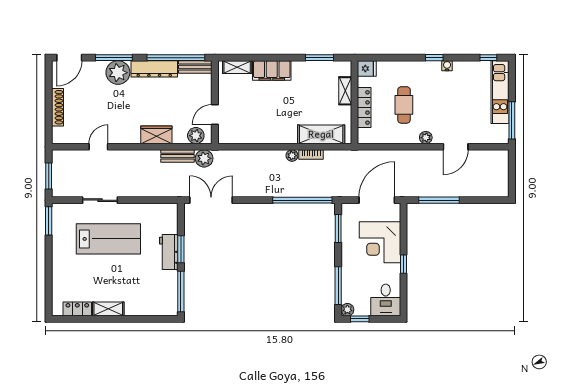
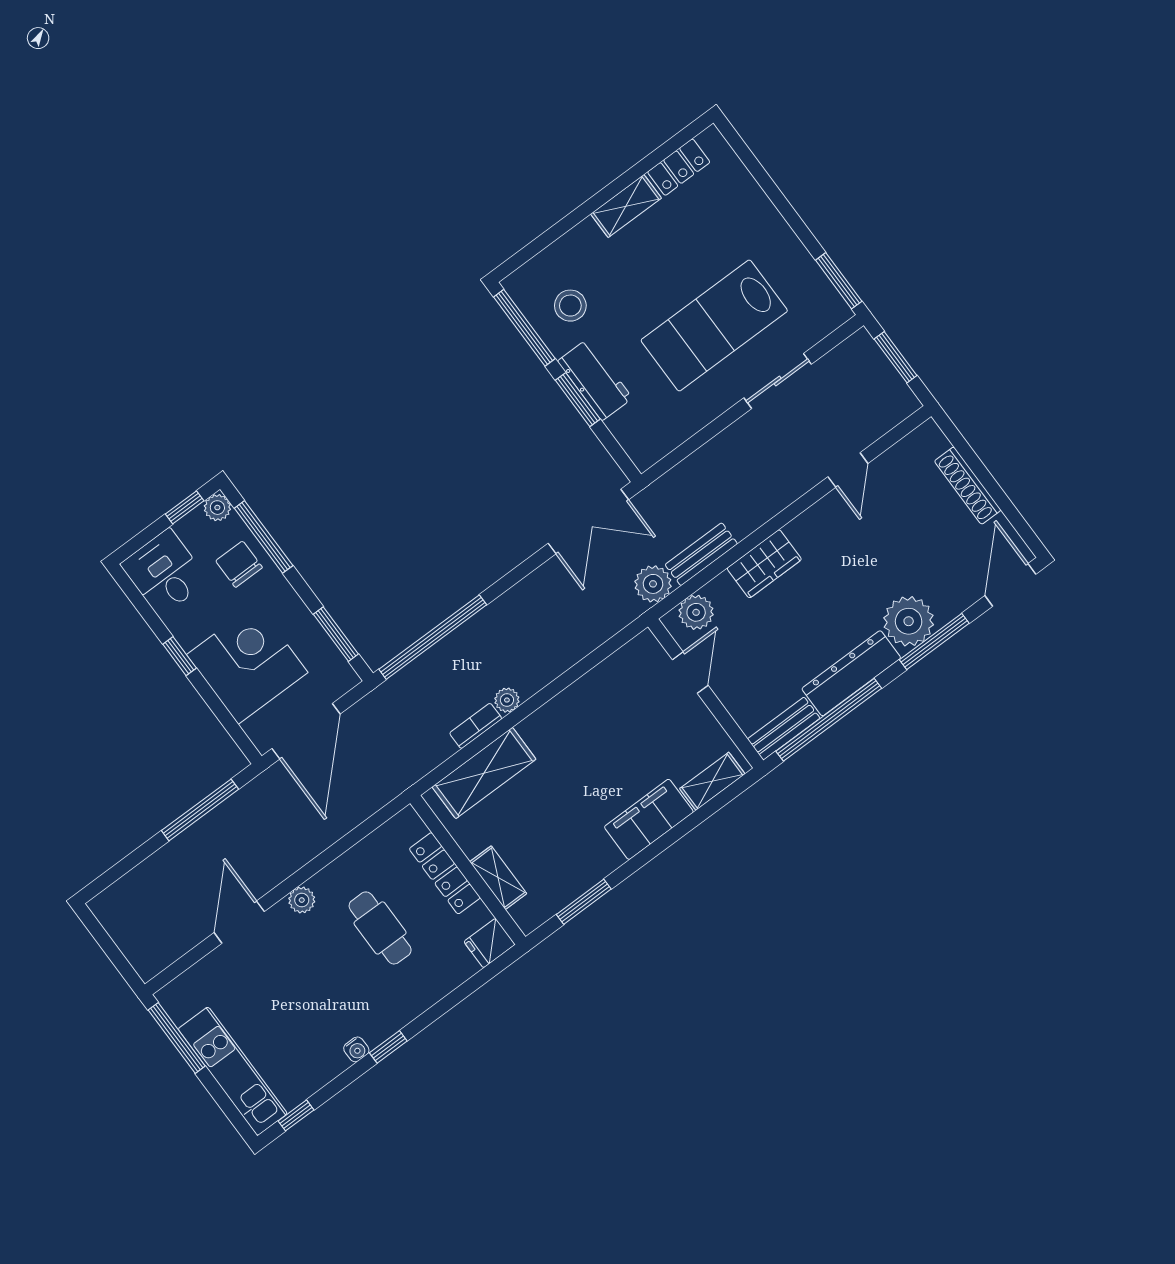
chair: (355, 282) -> (239, 564), added
stool: (157, 287) -> (570, 306), added

